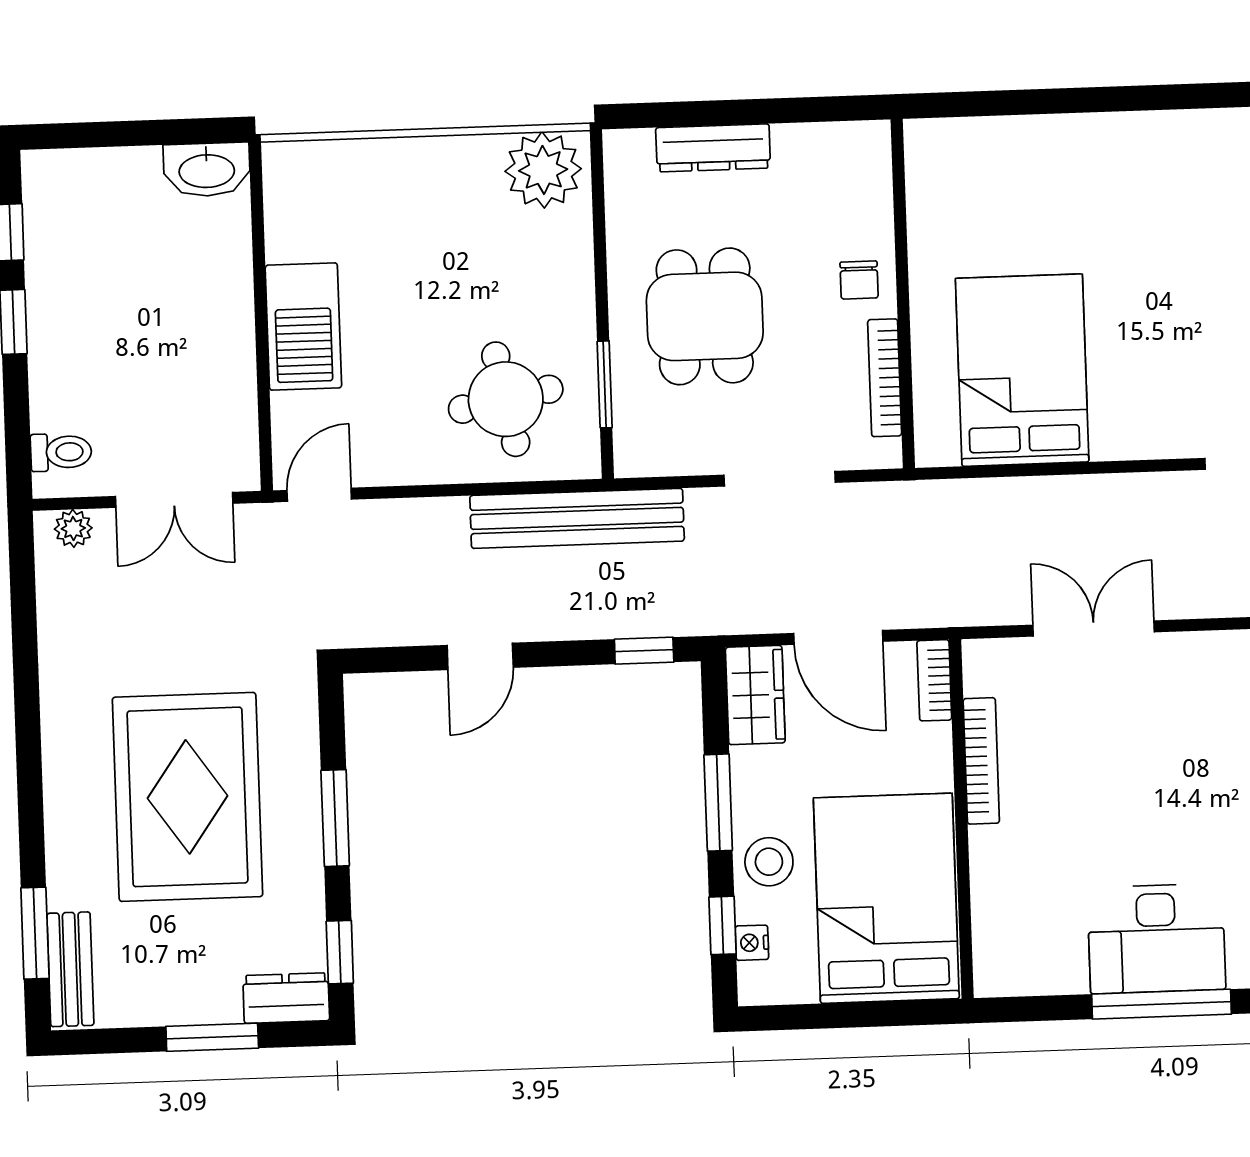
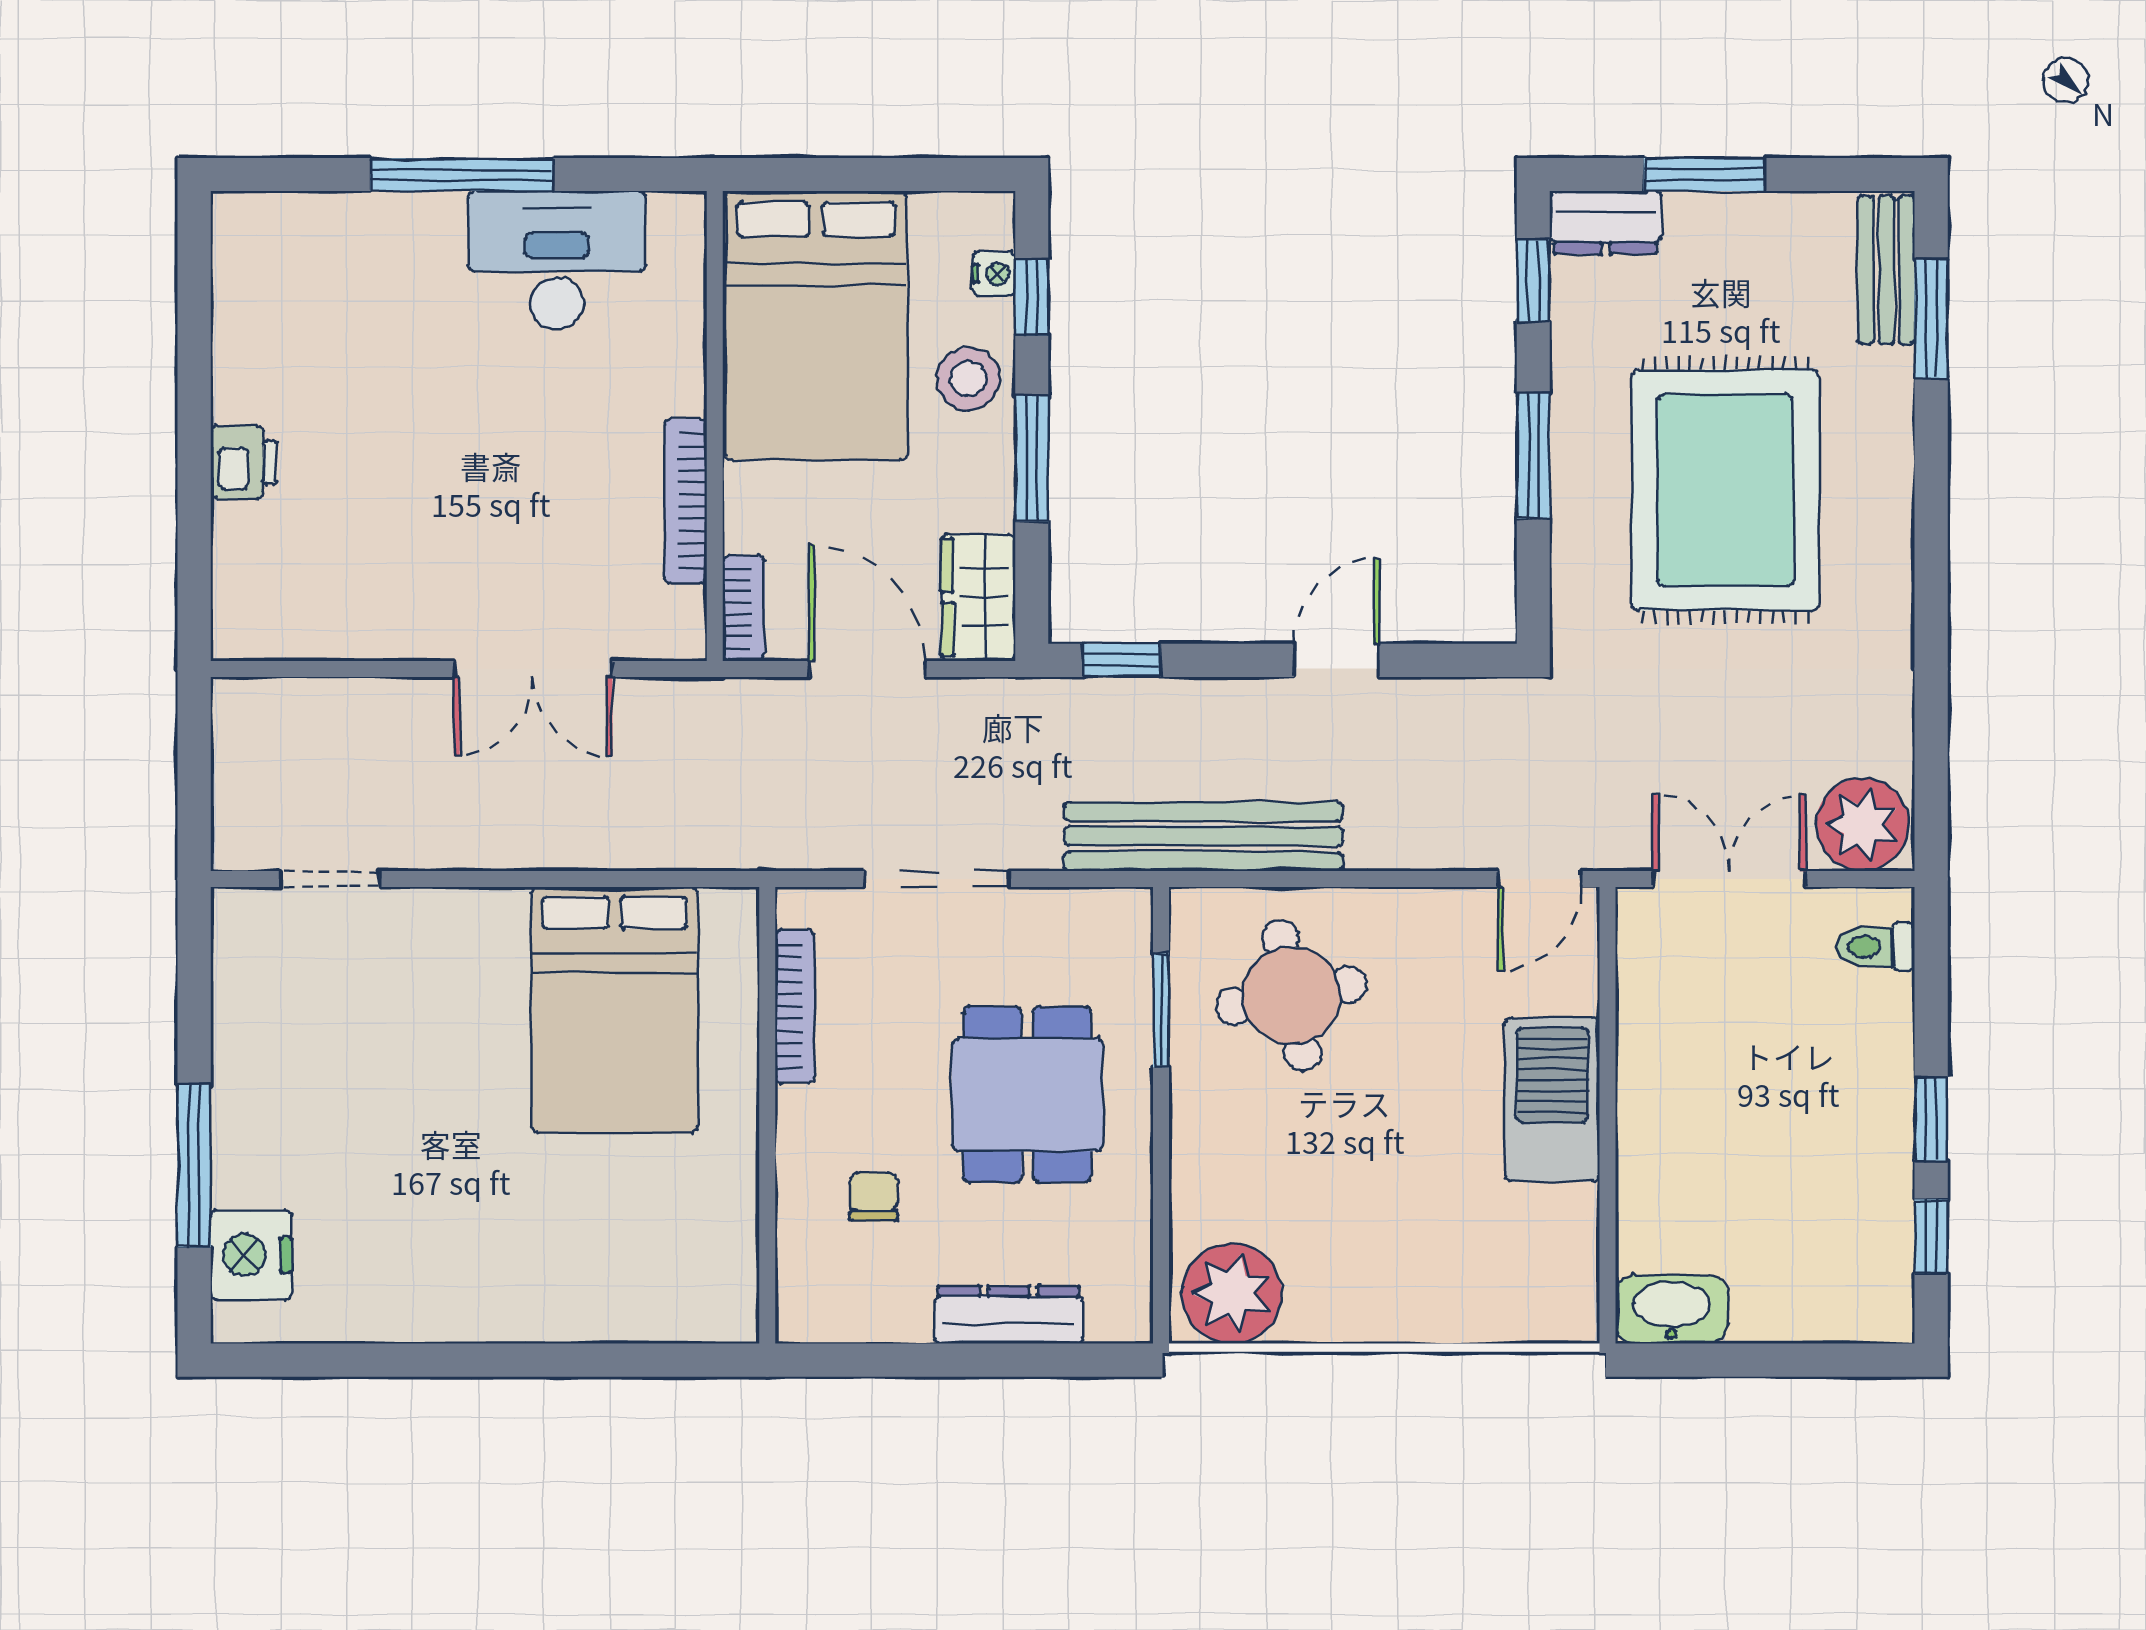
chair: (859, 280) -> (874, 1197), moved
plant: (73, 528) -> (1863, 825), width x1.87, depth x1.87
desk: (1156, 939) -> (557, 261), moved

